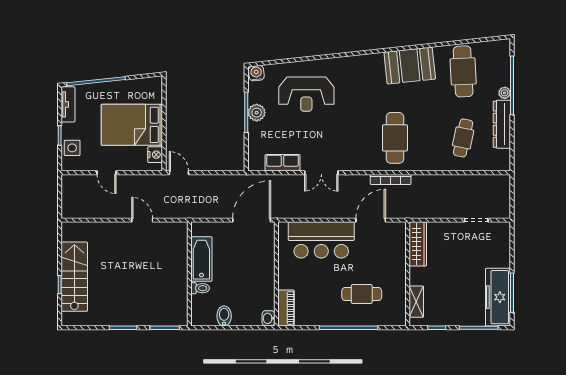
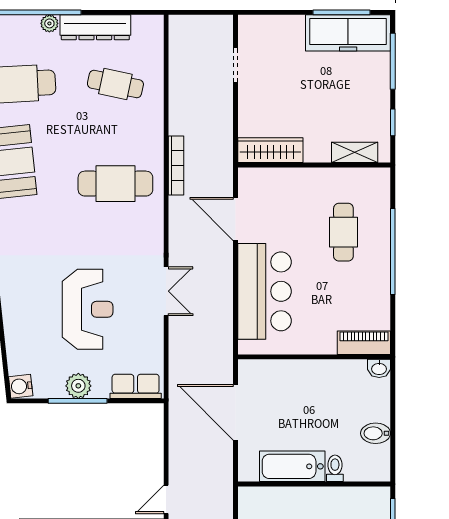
reception desk: (306, 94) -> (88, 309), moved
row of seats: (283, 163) -> (136, 386), moved, turned 90
bookcase: (391, 179) -> (176, 165), moved
door: (252, 220) -> (236, 412), moved

